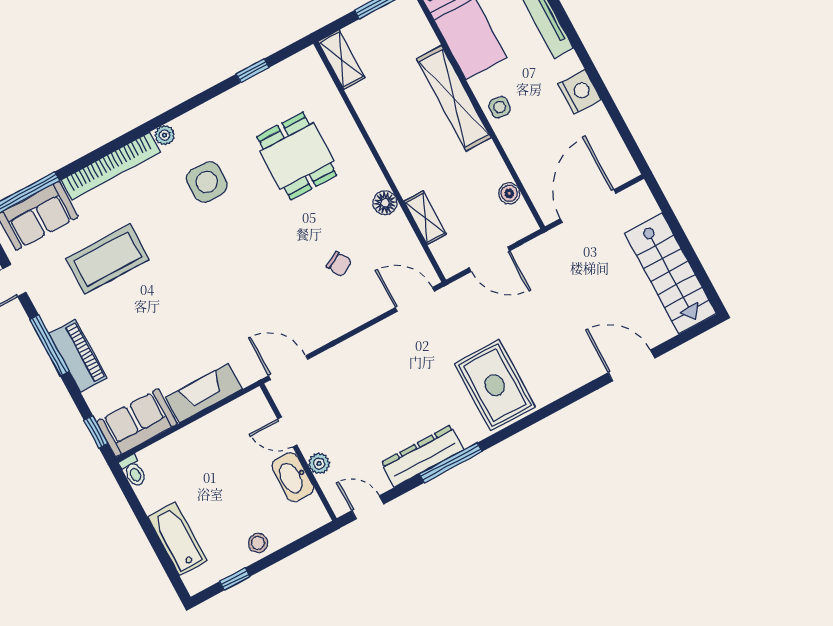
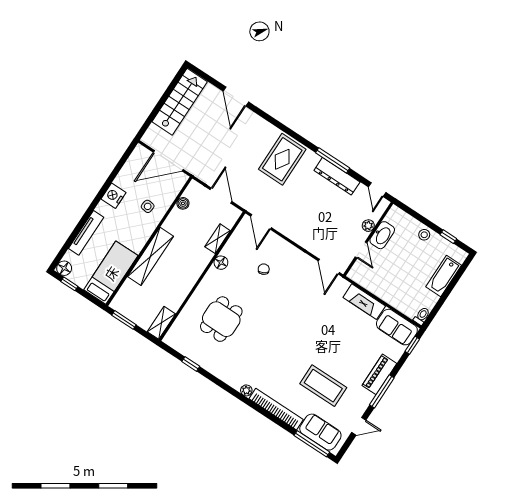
side table: (500, 107) -> (148, 206), moved
side table: (207, 182) -> (258, 357), removed

